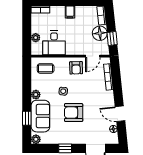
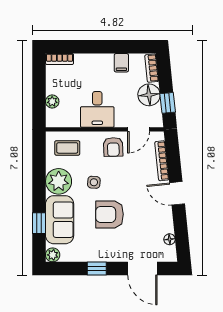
filing cabinet: (70, 12) -> (121, 63), moved
desk: (54, 43) -> (97, 109), moved
plant: (36, 95) -> (59, 181), width x1.87, depth x1.87
door: (120, 114) -> (177, 193), moved

